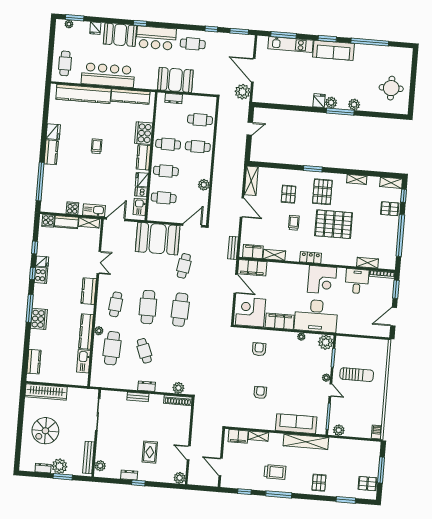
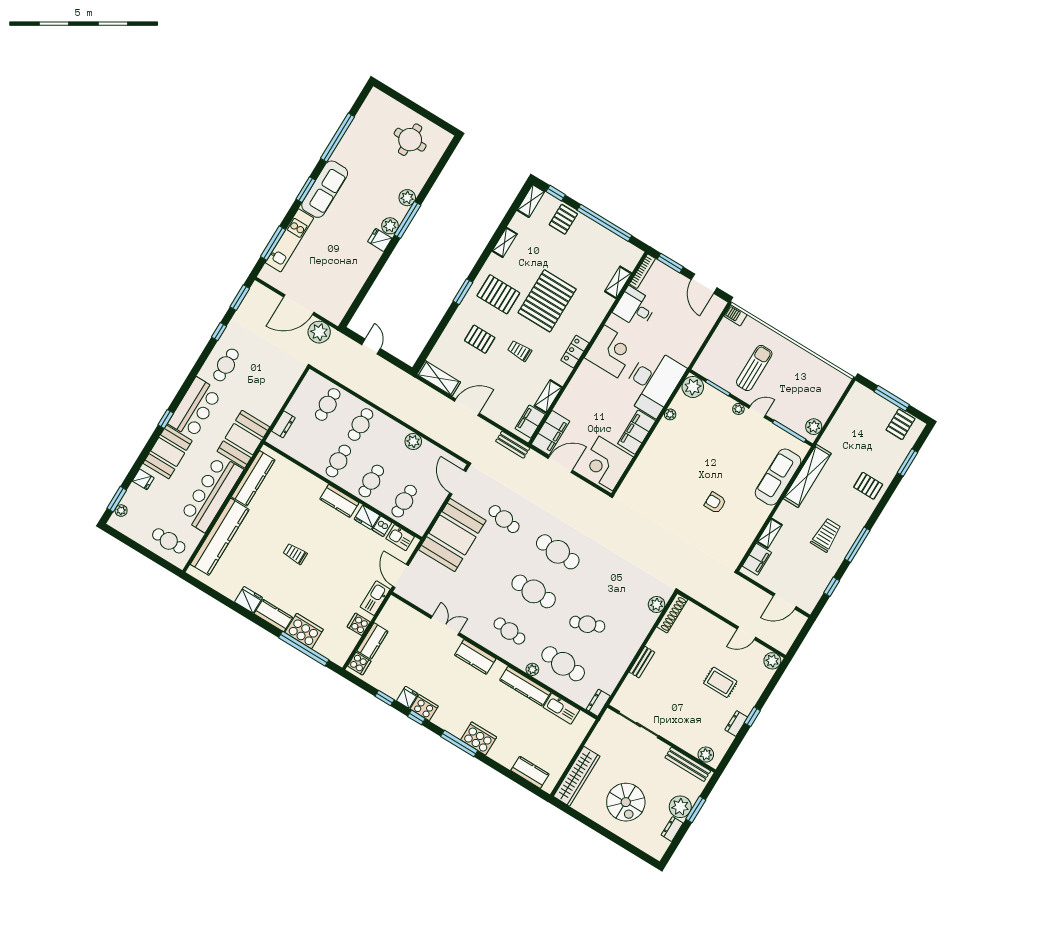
booth: (175, 80) -> (243, 439), moved
cooker: (144, 133) -> (304, 631), moved, turned 180
shelving: (89, 223) -> (388, 612), removed
armchair: (259, 349) -> (659, 477), removed
dresser: (147, 386) -> (598, 703), moved
barbecue: (377, 432) -> (735, 315), moved

